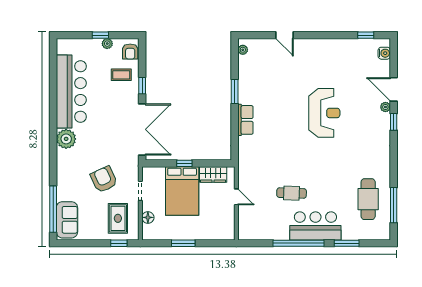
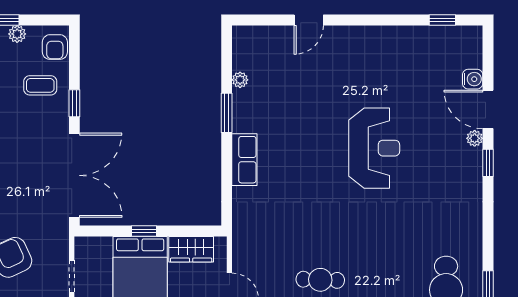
door: (285, 35) -> (309, 20), hinge flipped
plant: (243, 50) -> (240, 80), moved
water cooler: (384, 53) -> (473, 79), moved

